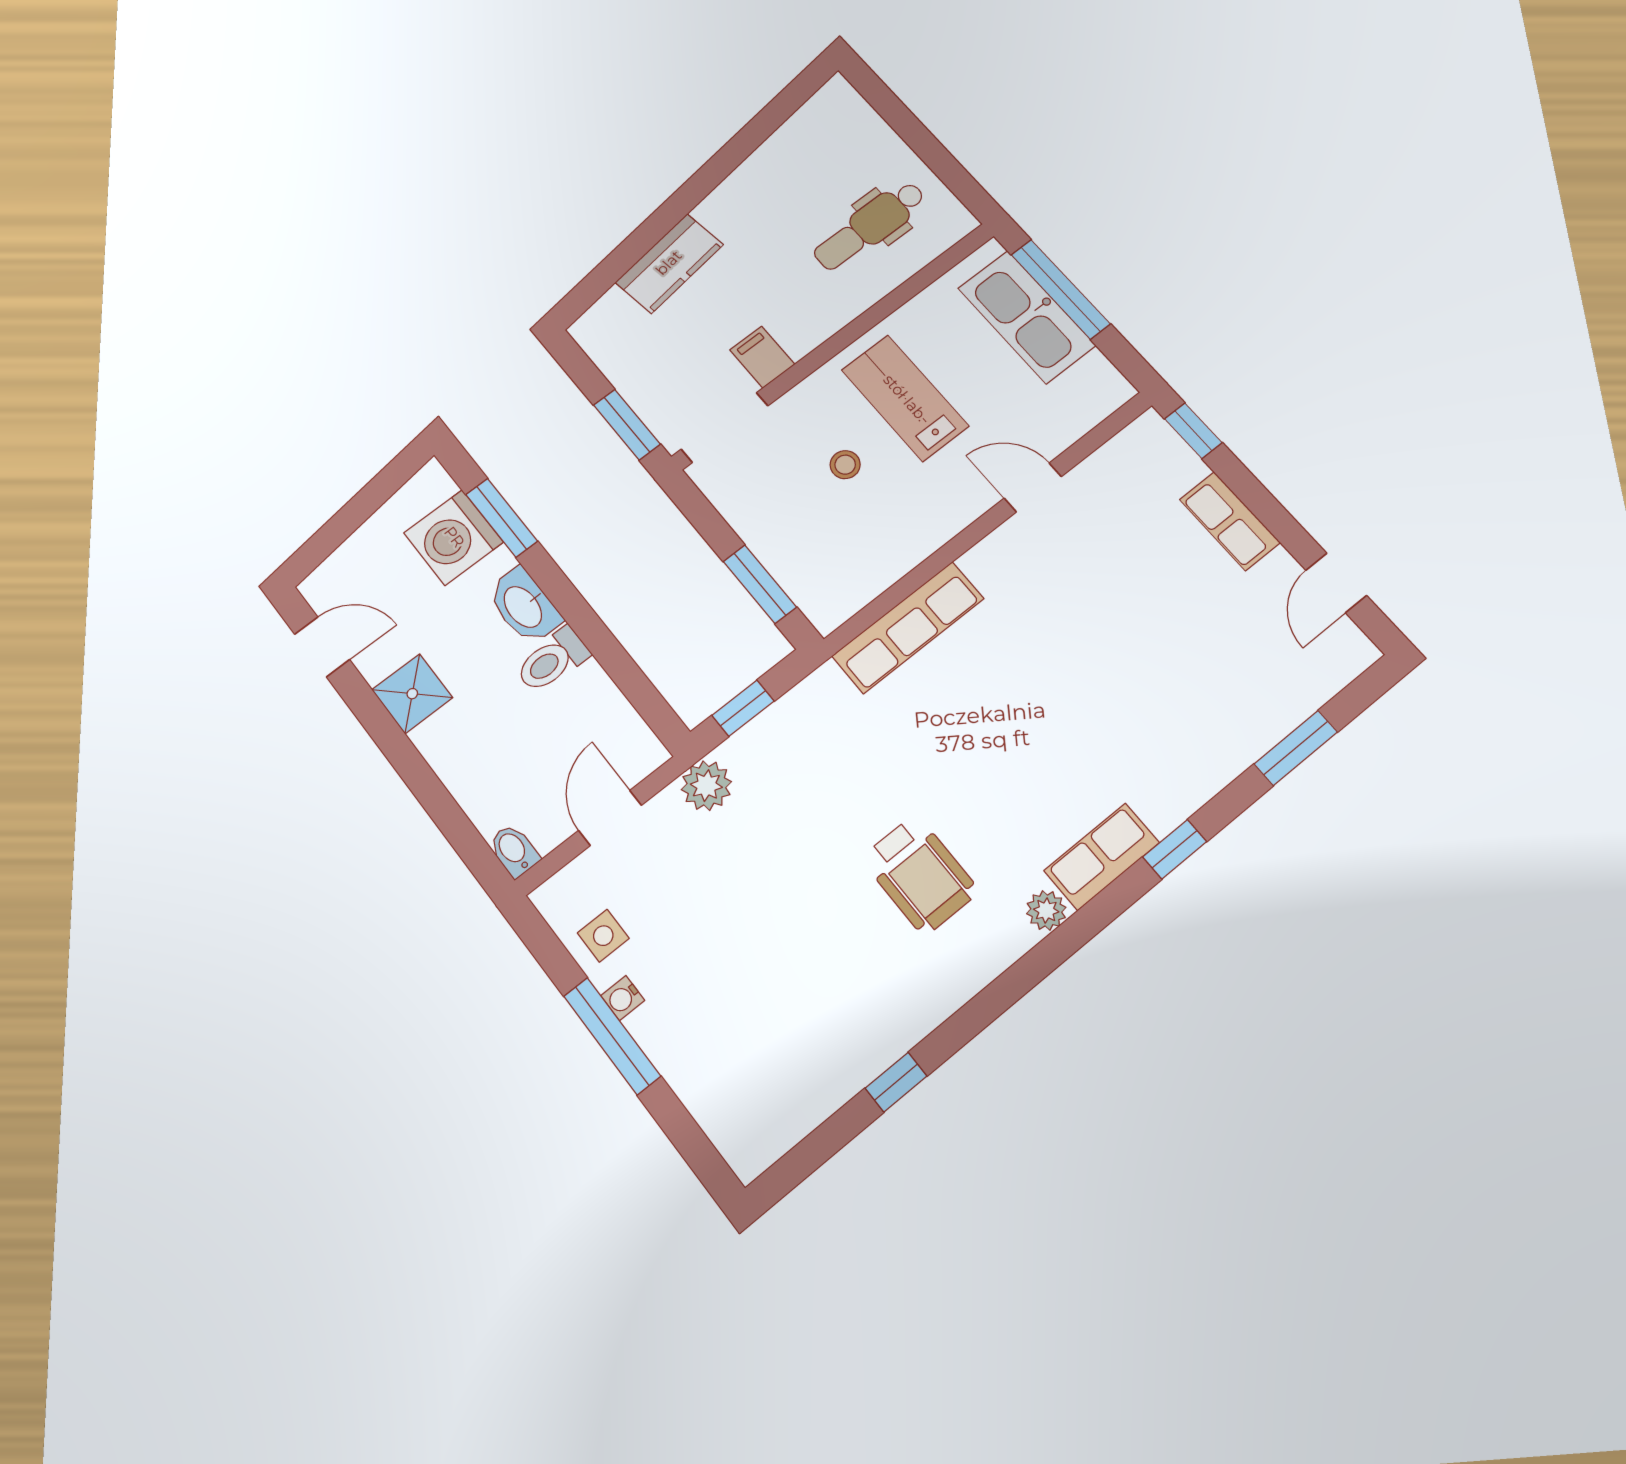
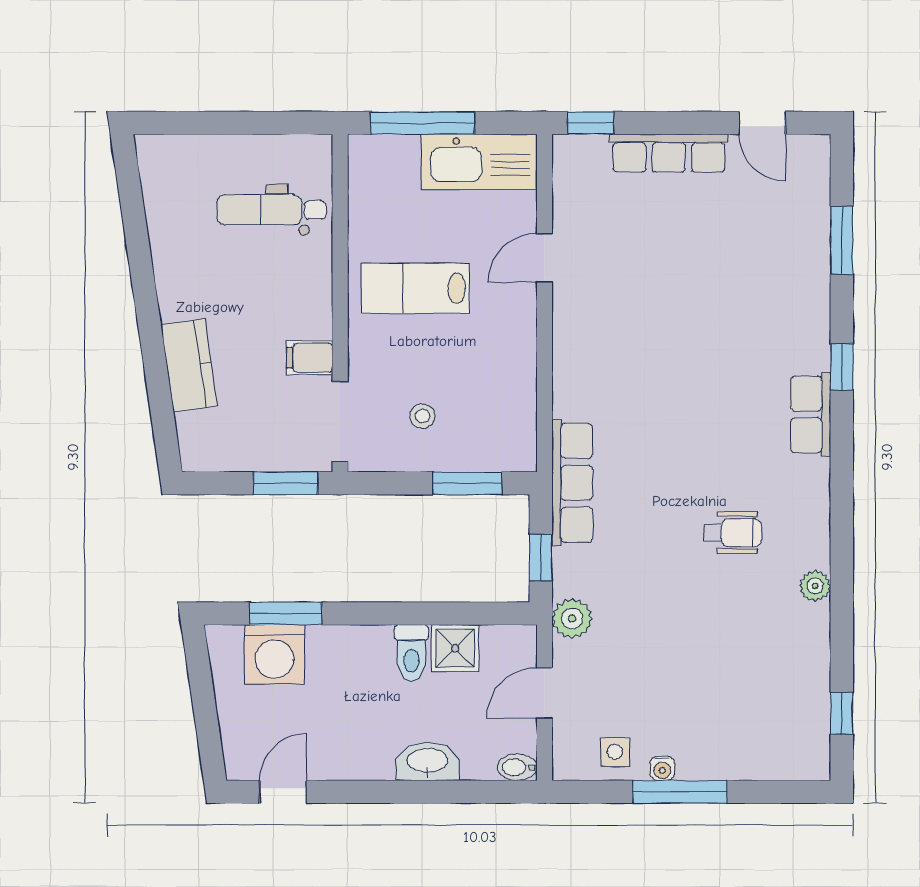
dental chair: (870, 226) -> (271, 210), turned 90
kitchen sink: (1027, 317) -> (479, 162), moved
stool: (845, 465) -> (422, 416), moved
row of seats: (1230, 521) -> (669, 153), width x1.48
washbasin: (524, 606) -> (428, 761), moved, turned 180
row of seats: (908, 627) -> (572, 483), moved
shower: (412, 694) -> (455, 648), moved
door: (610, 818) -> (544, 693), hinge flipped
wheelchair: (920, 875) -> (733, 532), width x0.73, depth x0.73
plant: (1046, 910) -> (815, 586), moved
window: (896, 1082) -> (842, 713), moved

